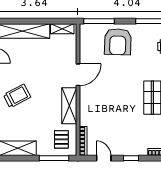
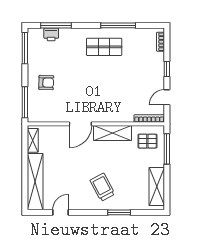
armchair: (118, 42) -> (46, 83), width x0.53, depth x0.53
door: (78, 75) -> (80, 124), swing flipped

